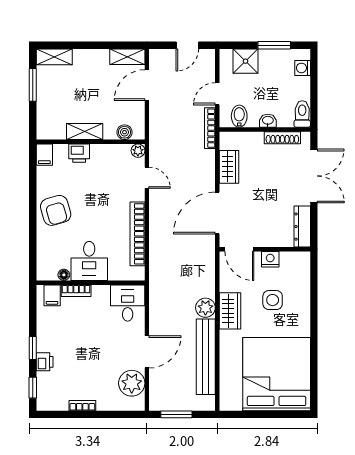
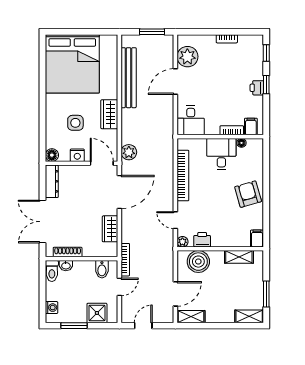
washbasin: (268, 121) -> (66, 266), moved
shelving: (85, 132) -> (239, 257), moved
boiler: (125, 132) -> (198, 262), width x1.86, depth x1.86
printer: (79, 153) -> (202, 240), moved
floor lamp: (302, 259) -> (52, 155), added
plant: (205, 308) -> (129, 152), moved
printer: (45, 362) -> (257, 88), moved

